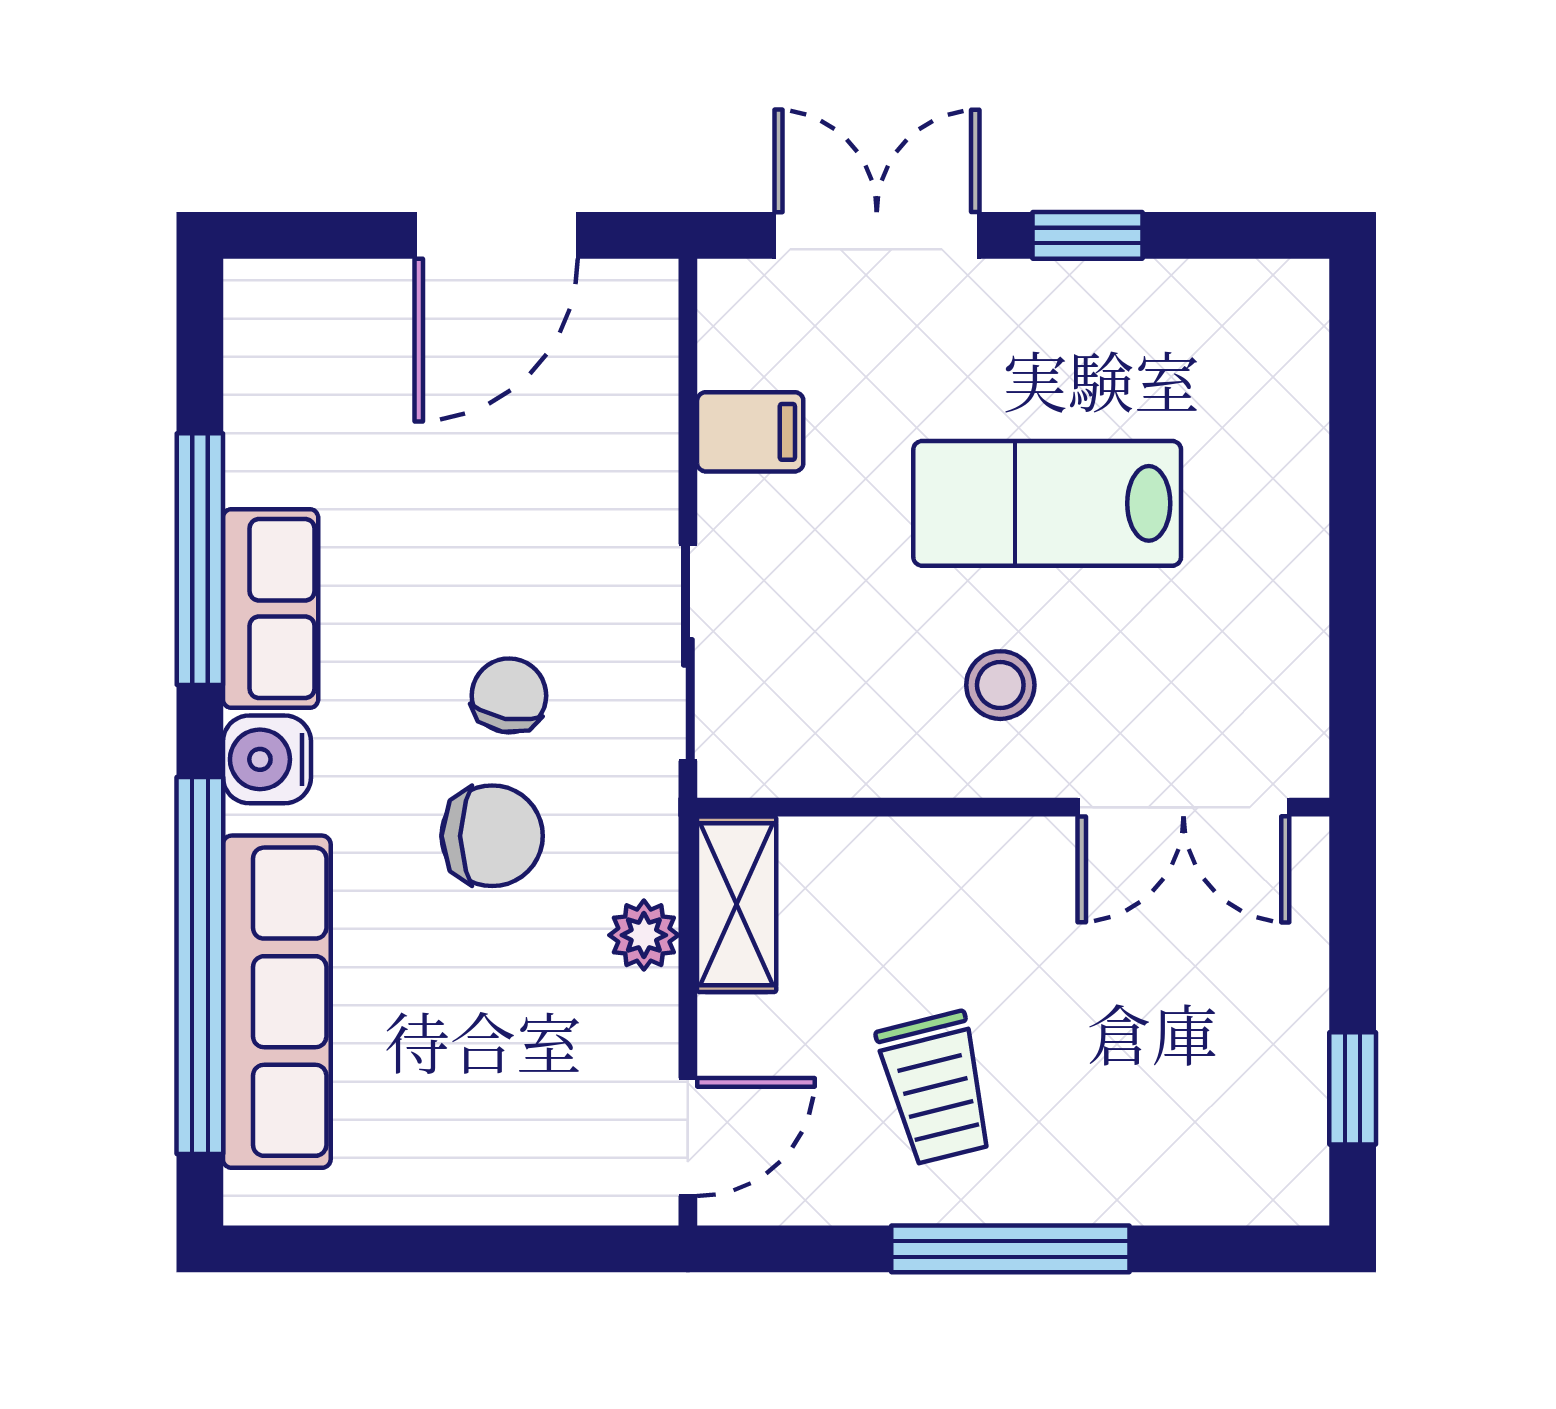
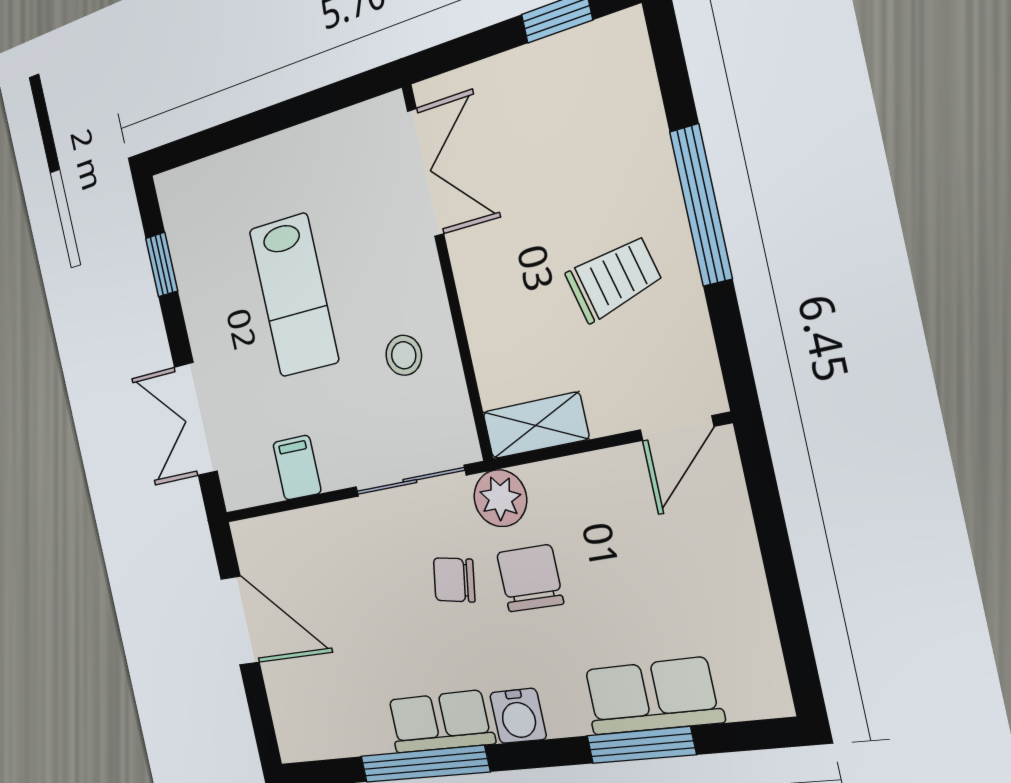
window: (1088, 235) -> (162, 265), moved
stool: (1000, 685) -> (404, 355), moved
plant: (644, 935) -> (500, 498), moved, width x1.38, depth x1.38
window: (200, 965) -> (641, 745), width x0.47
row of seats: (277, 1002) -> (652, 696), width x0.68
door: (688, 1137) -> (677, 428), swing flipped

